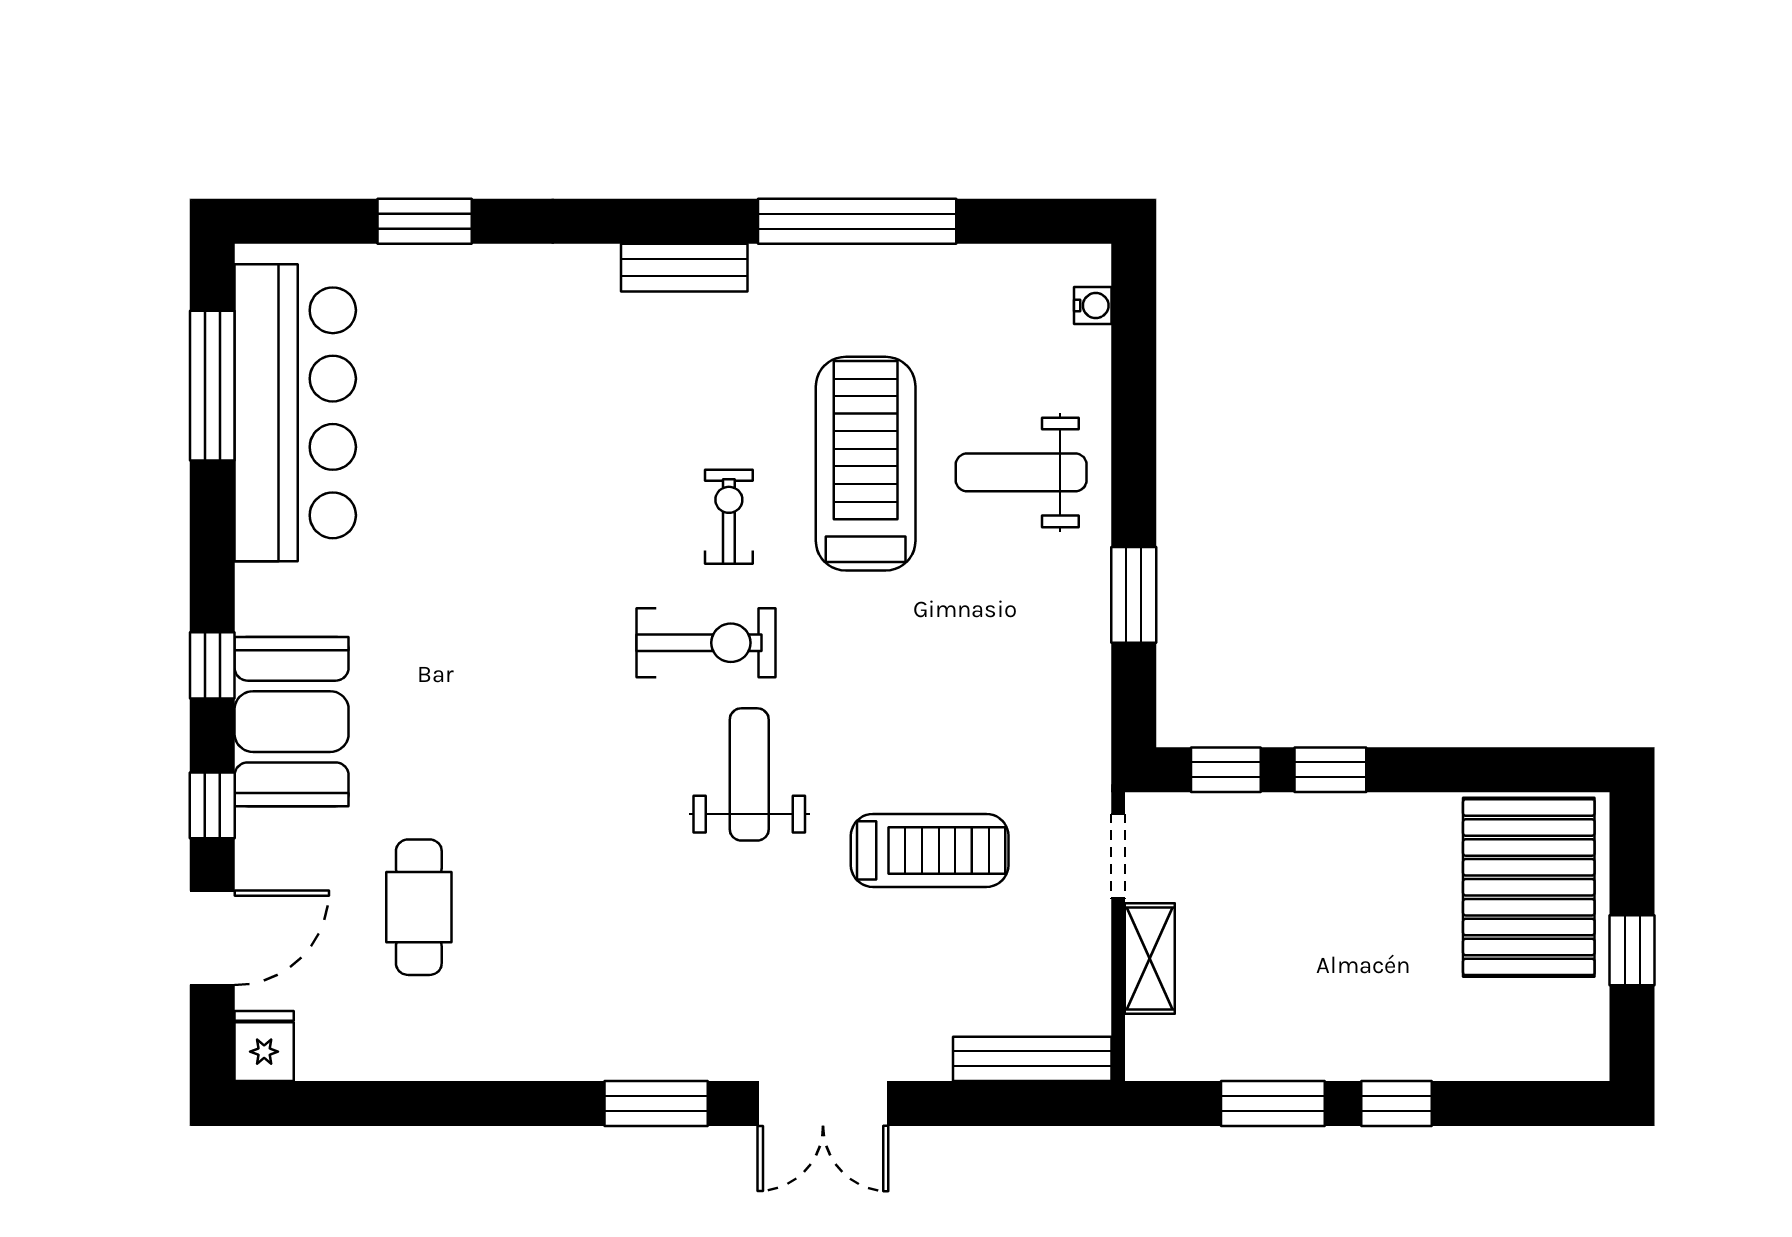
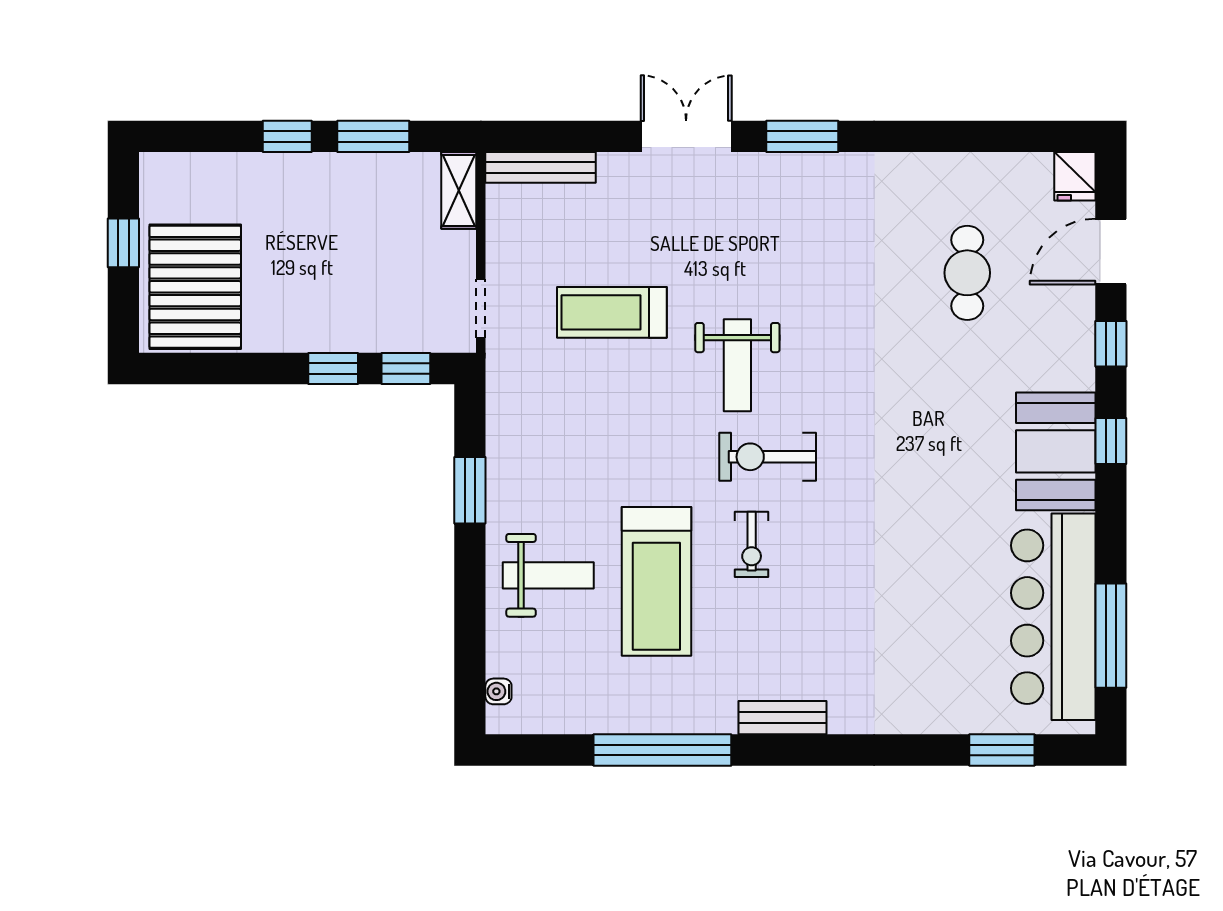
window: (425, 221) -> (1002, 750), moved
booth: (292, 722) -> (1056, 451), moved
shelving: (1150, 959) -> (459, 190), moved

